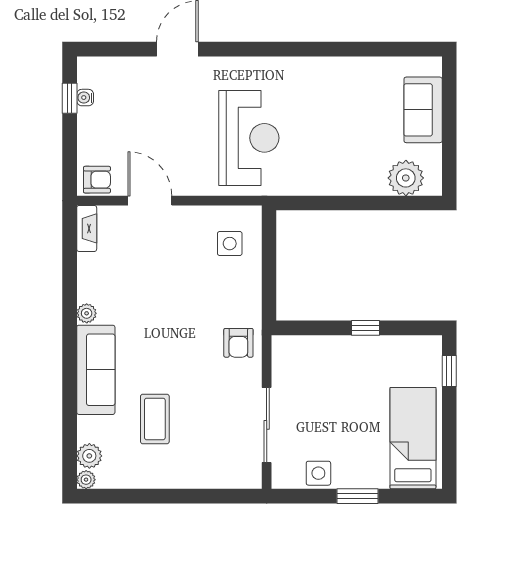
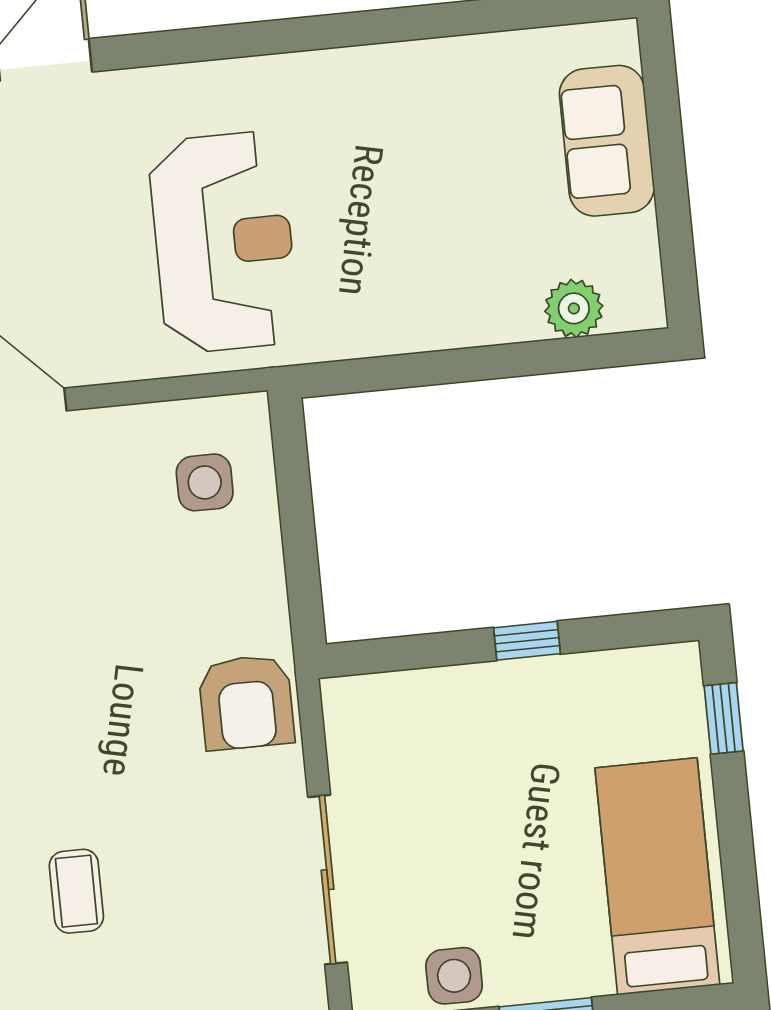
plant: (406, 178) -> (574, 308), width x0.73, depth x0.73
armchair: (238, 343) -> (246, 702), width x1.38, depth x1.38
coffee table: (155, 419) -> (76, 891), width x0.73, depth x0.77

